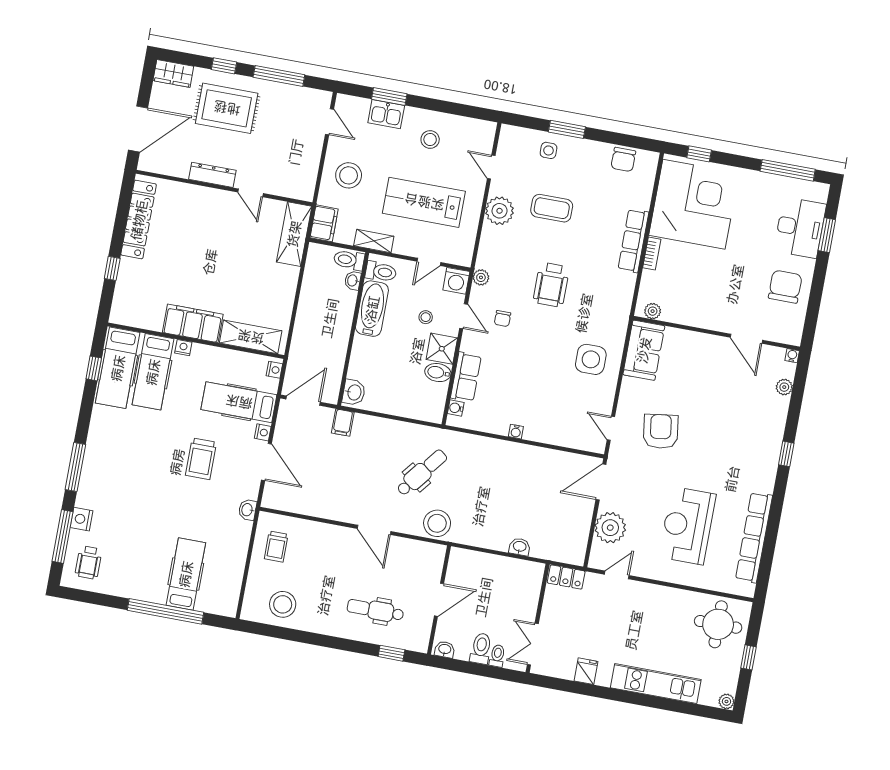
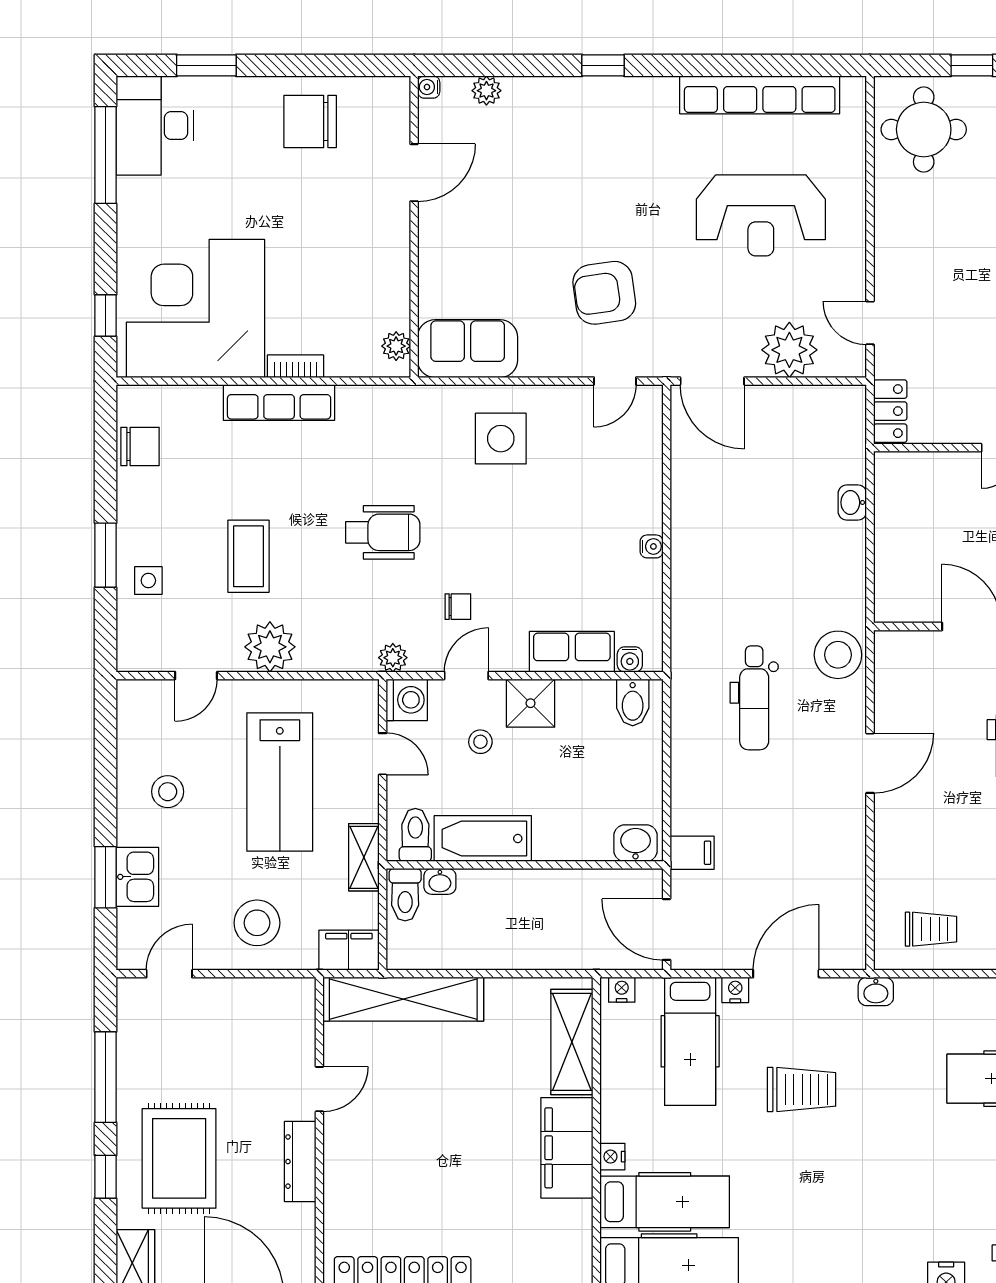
desk: (800, 228) -> (155, 125), moved, turned -90
shelving: (294, 234) -> (403, 999), width x1.47
bidet: (438, 373) -> (633, 702), moved
dental chair: (422, 473) -> (754, 698), turned -128

